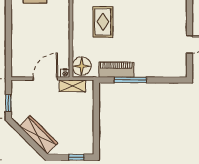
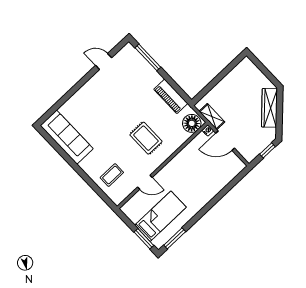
rug: (103, 22) -> (146, 138), turned 90
window: (130, 80) -> (148, 57), moved
window: (76, 157) -> (260, 66), removed

